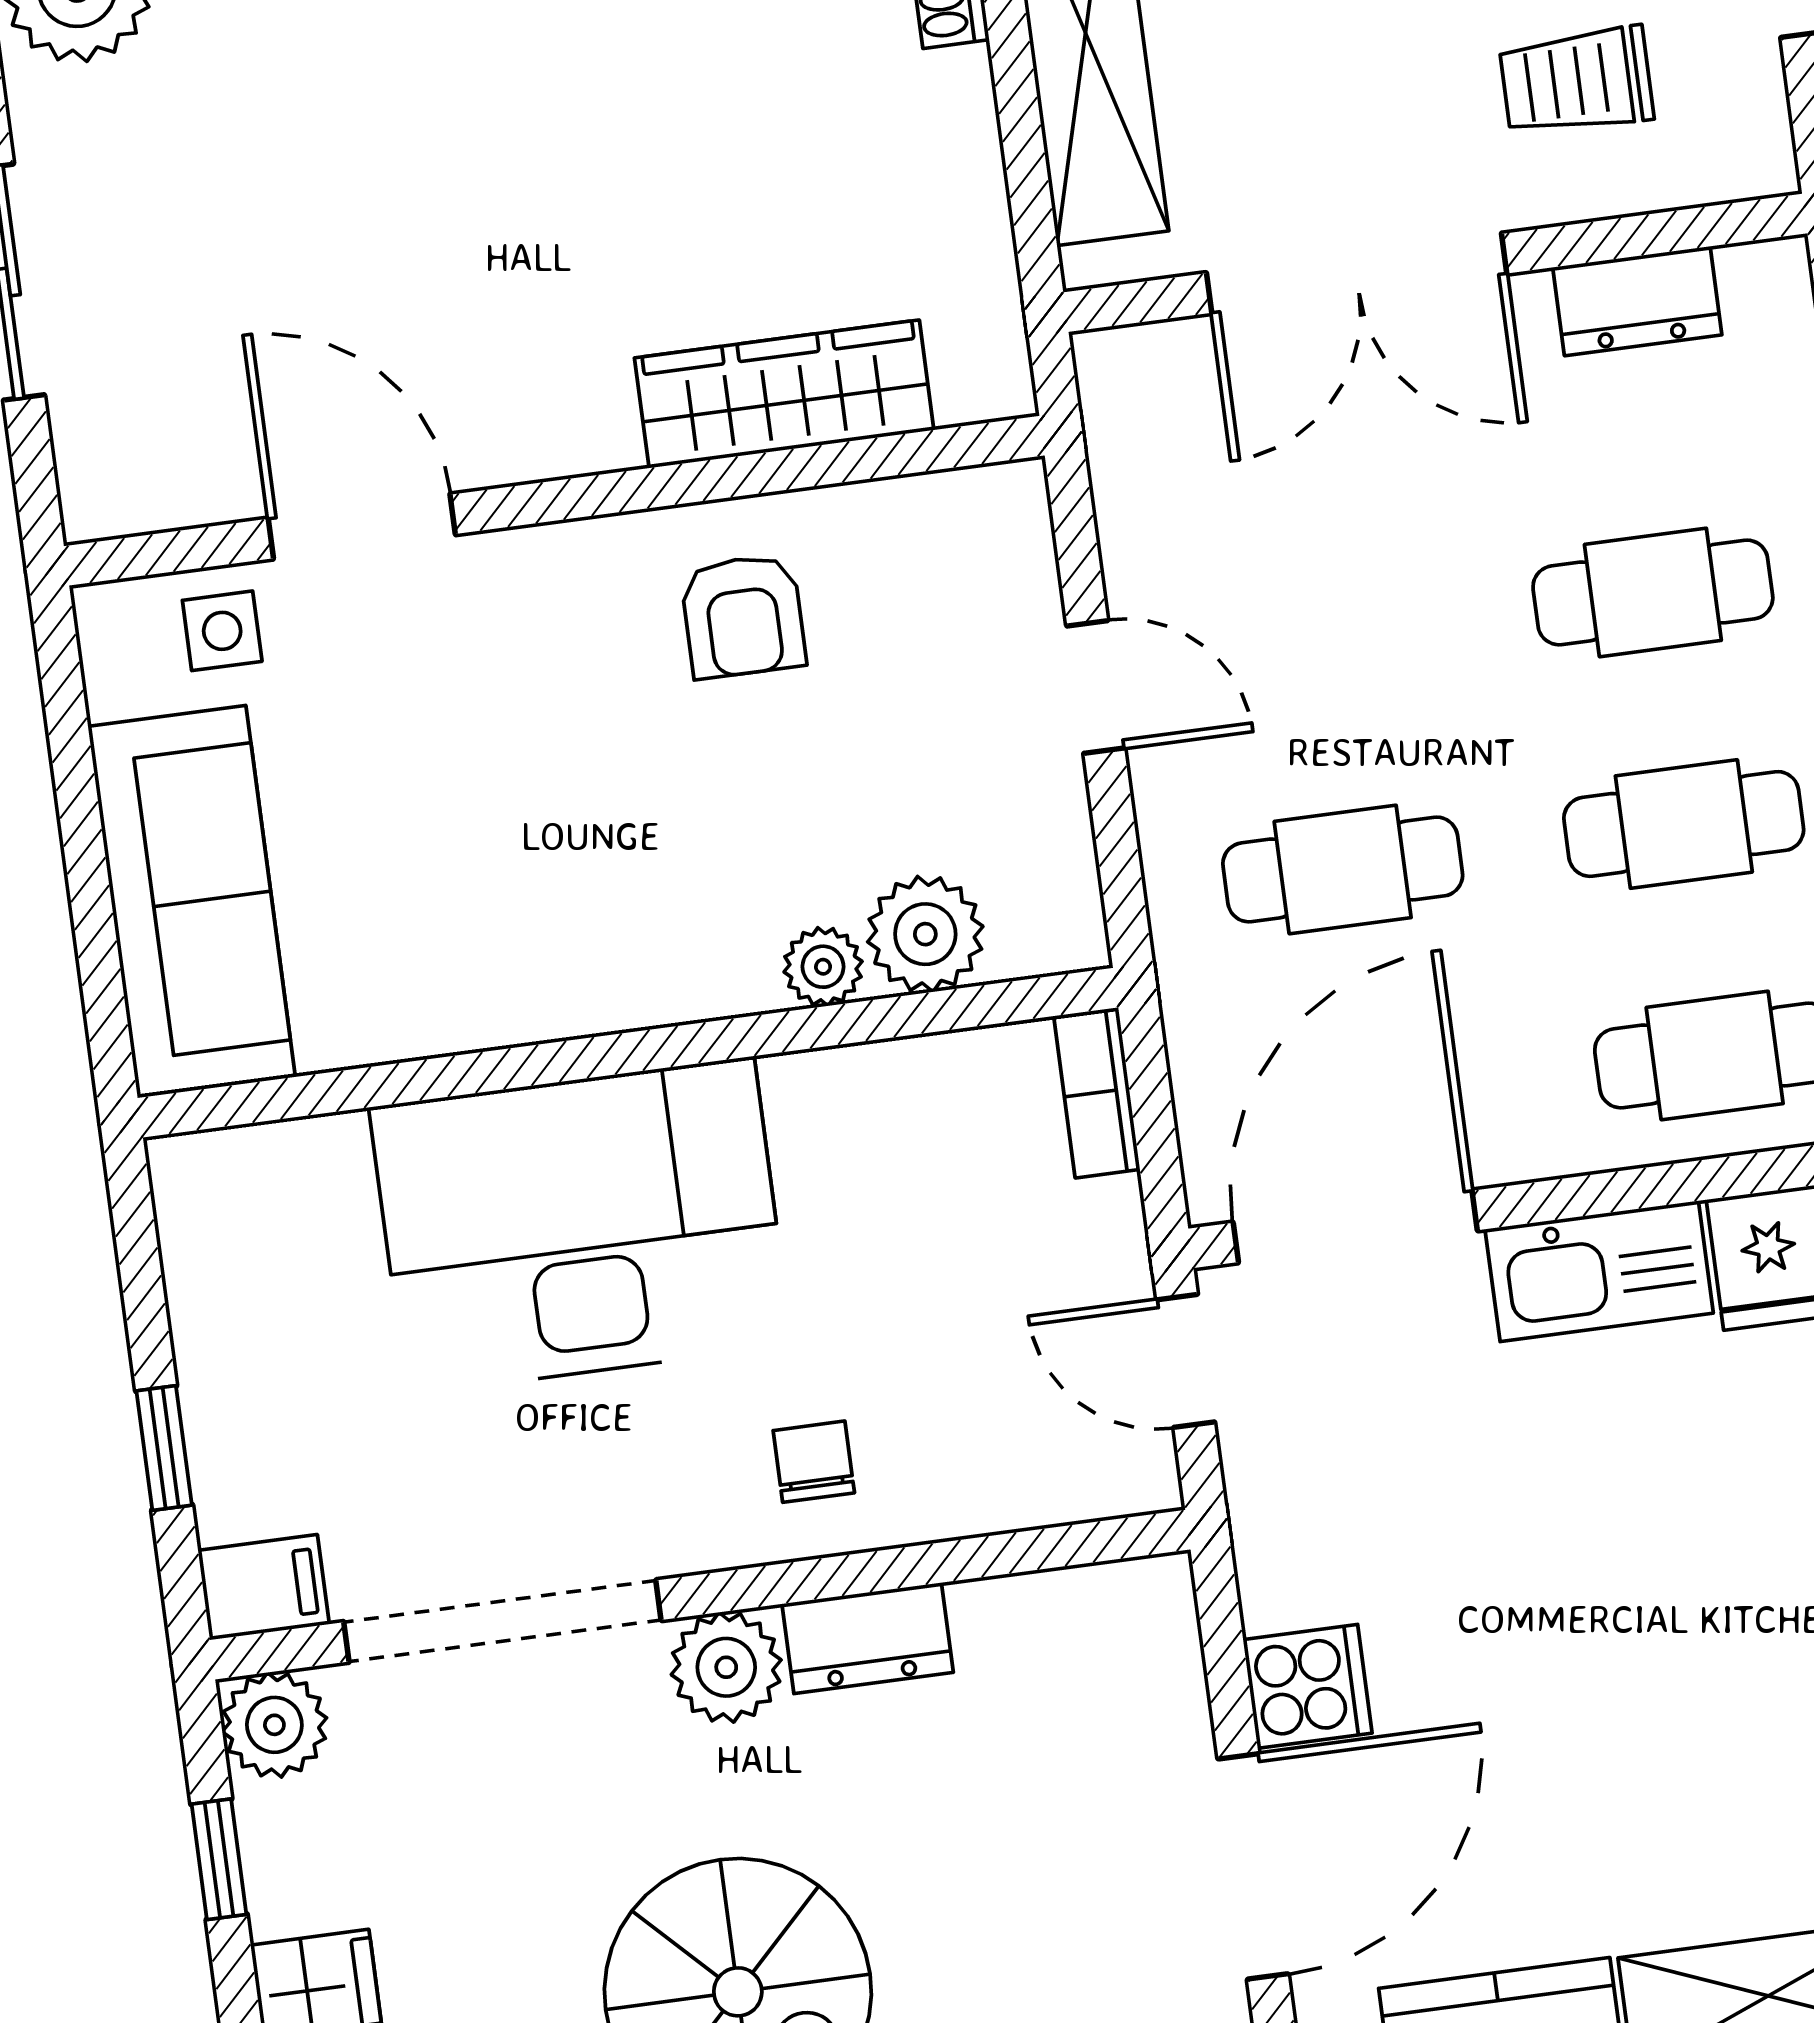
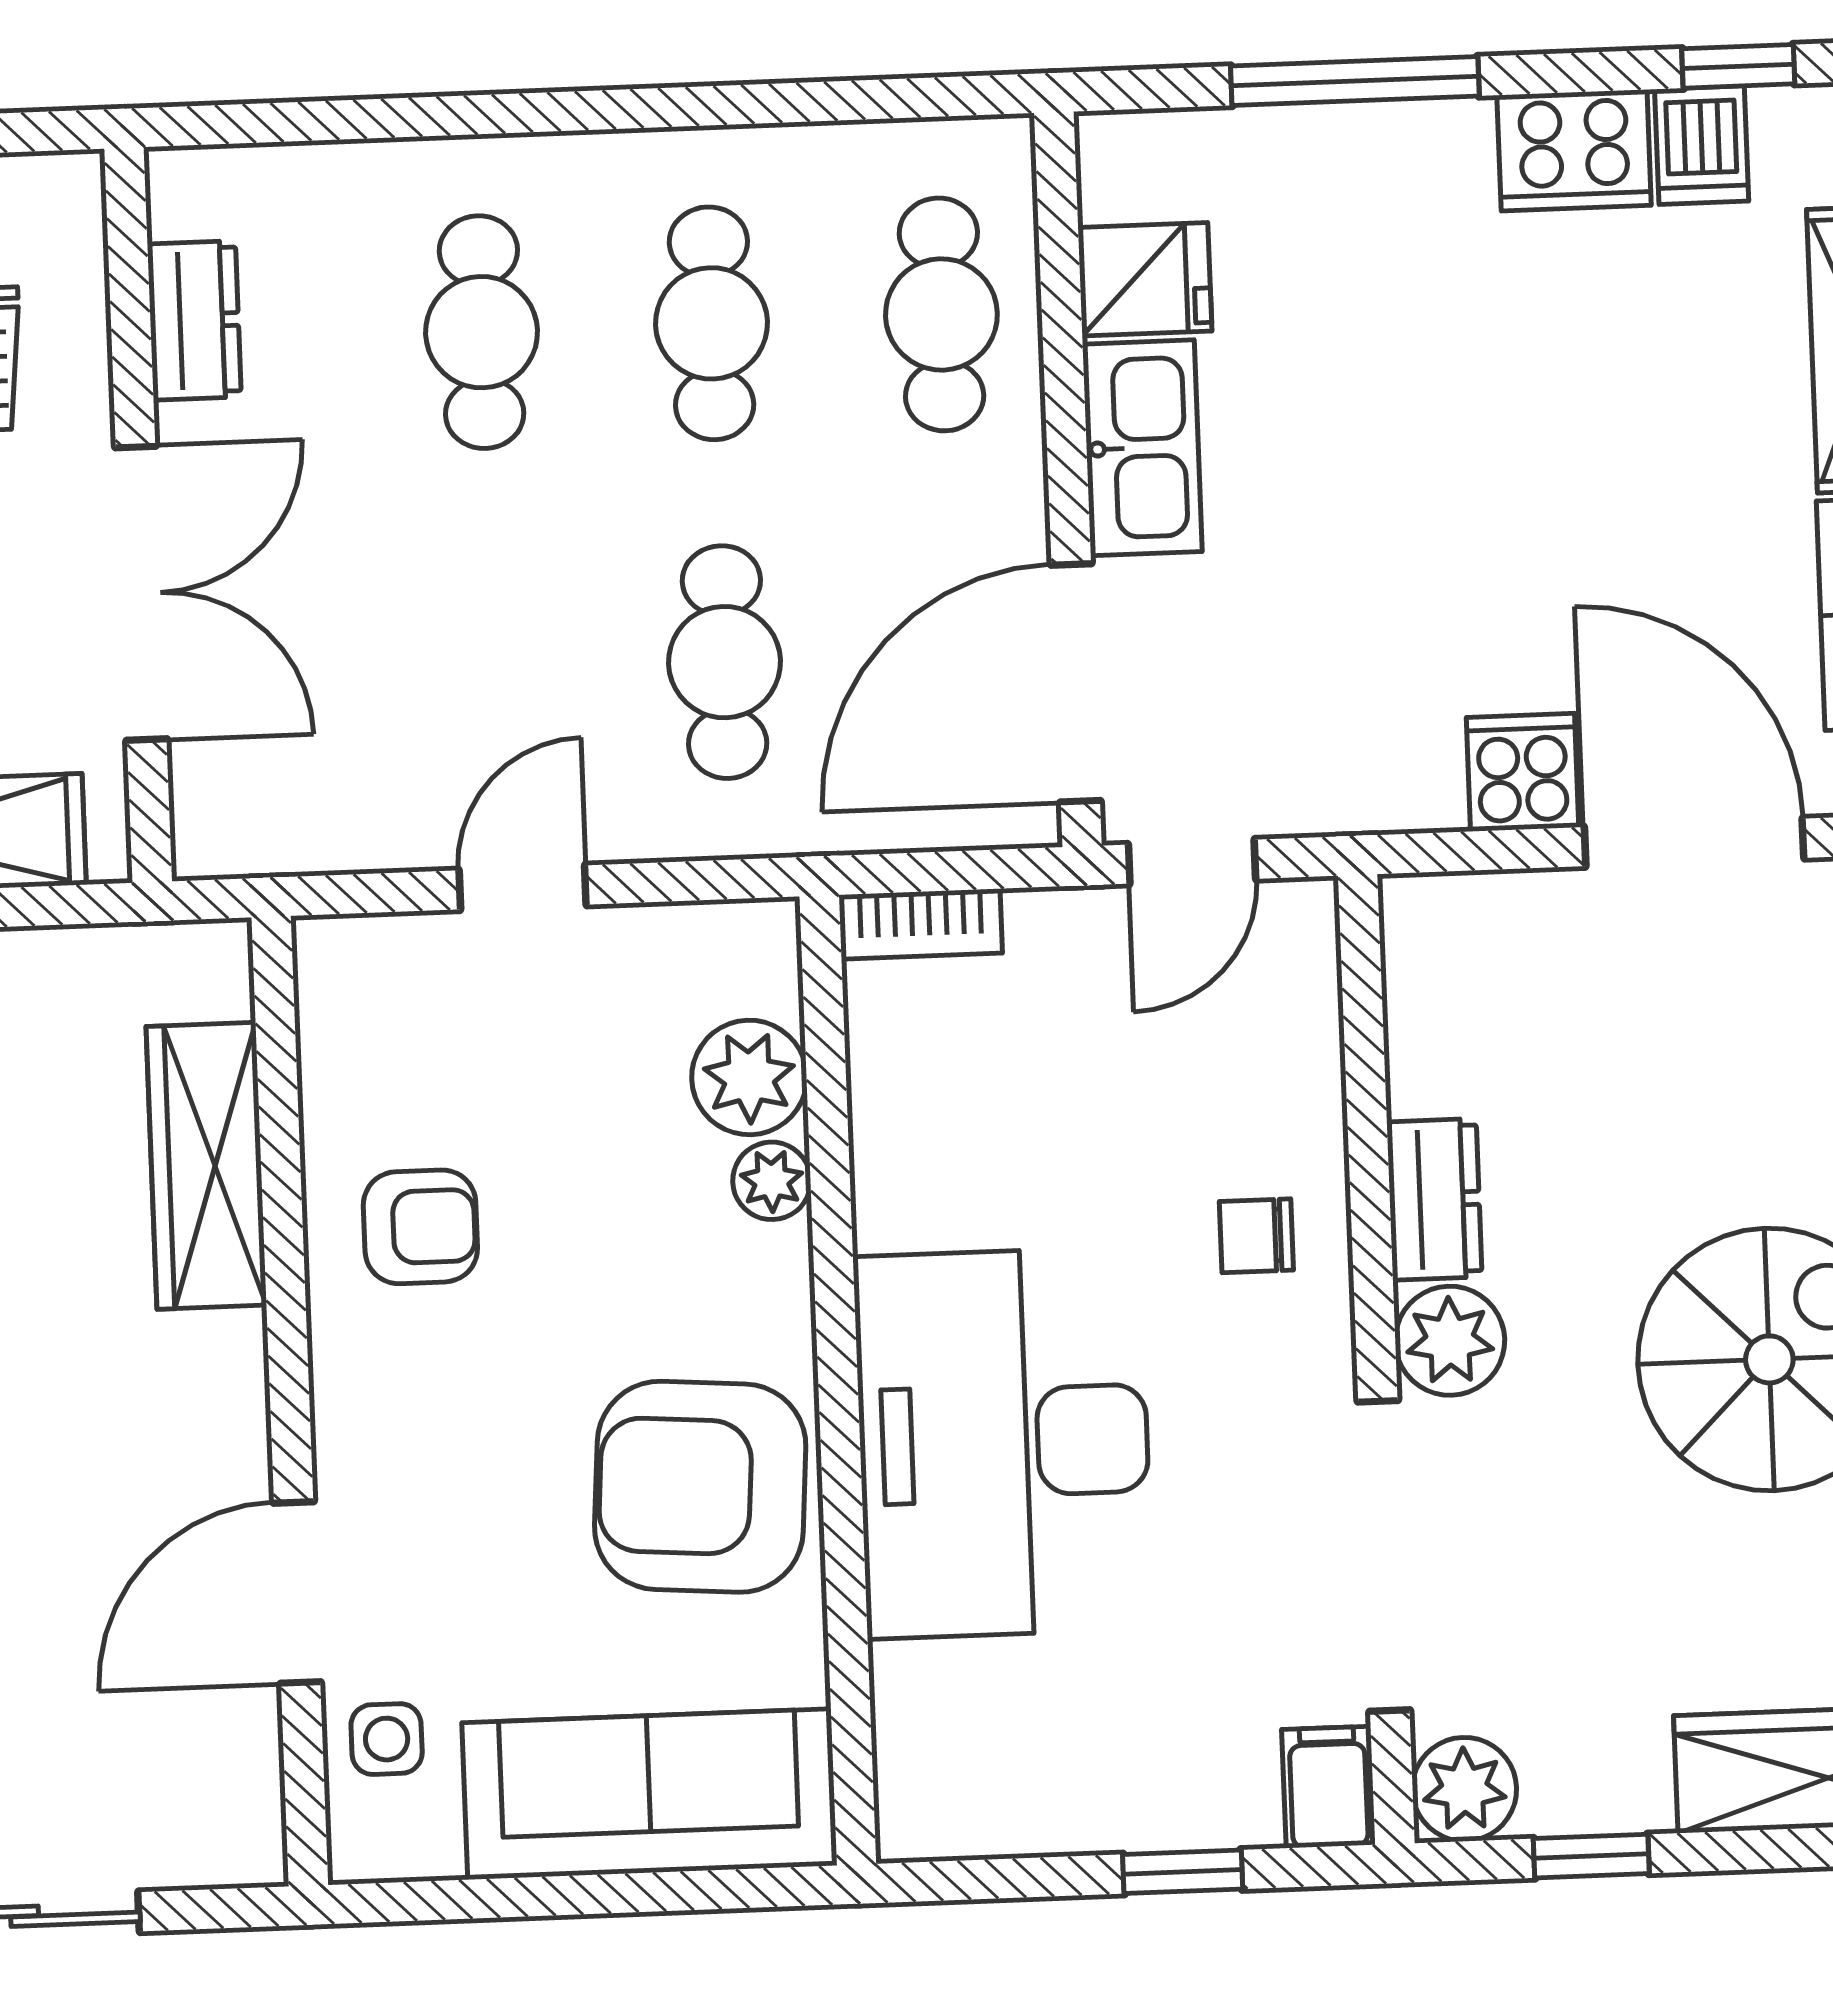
armchair: (507, 924) -> (700, 1487), added
door: (1355, 1226) -> (1076, 683), hinge flipped

